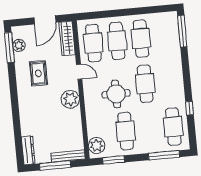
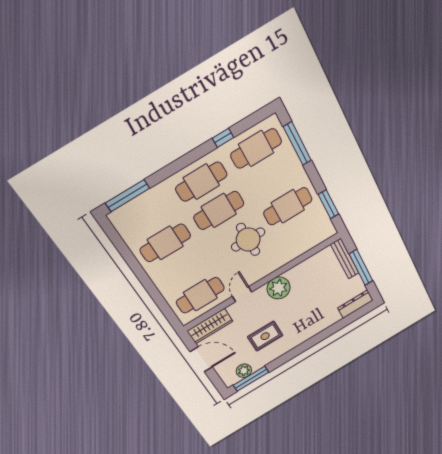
cafe table: (117, 41) -> (201, 182), moved
plant: (97, 145) -> (319, 232), removed

